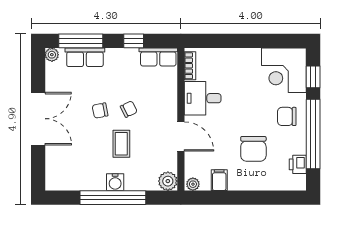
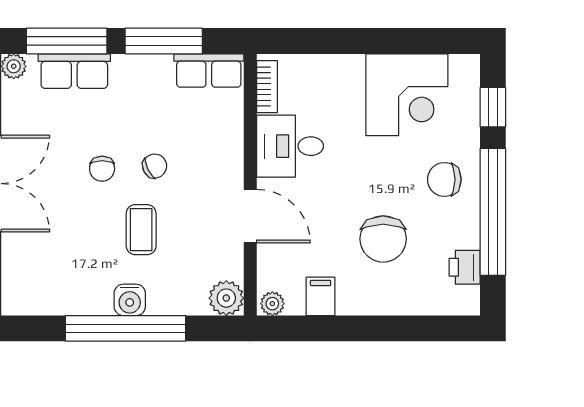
window: (134, 41) -> (164, 41), width x2.17
corner desk: (284, 70) -> (407, 95), moved, turned -90
chair: (100, 111) -> (102, 169), turned -79

